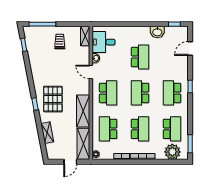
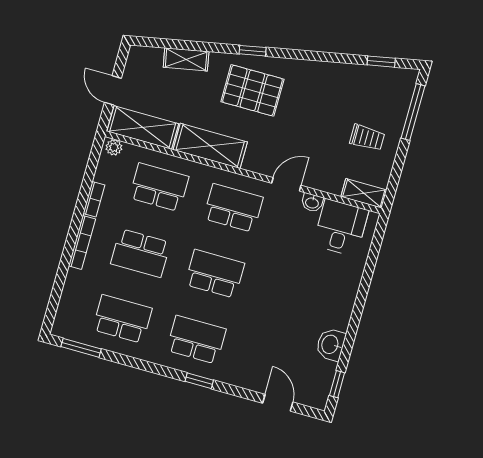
school desk: (140, 57) -> (289, 295), removed
school desk: (108, 93) -> (233, 208), turned 180
school desk: (172, 129) -> (122, 319), turned 180
plant: (172, 152) -> (75, 307), removed

